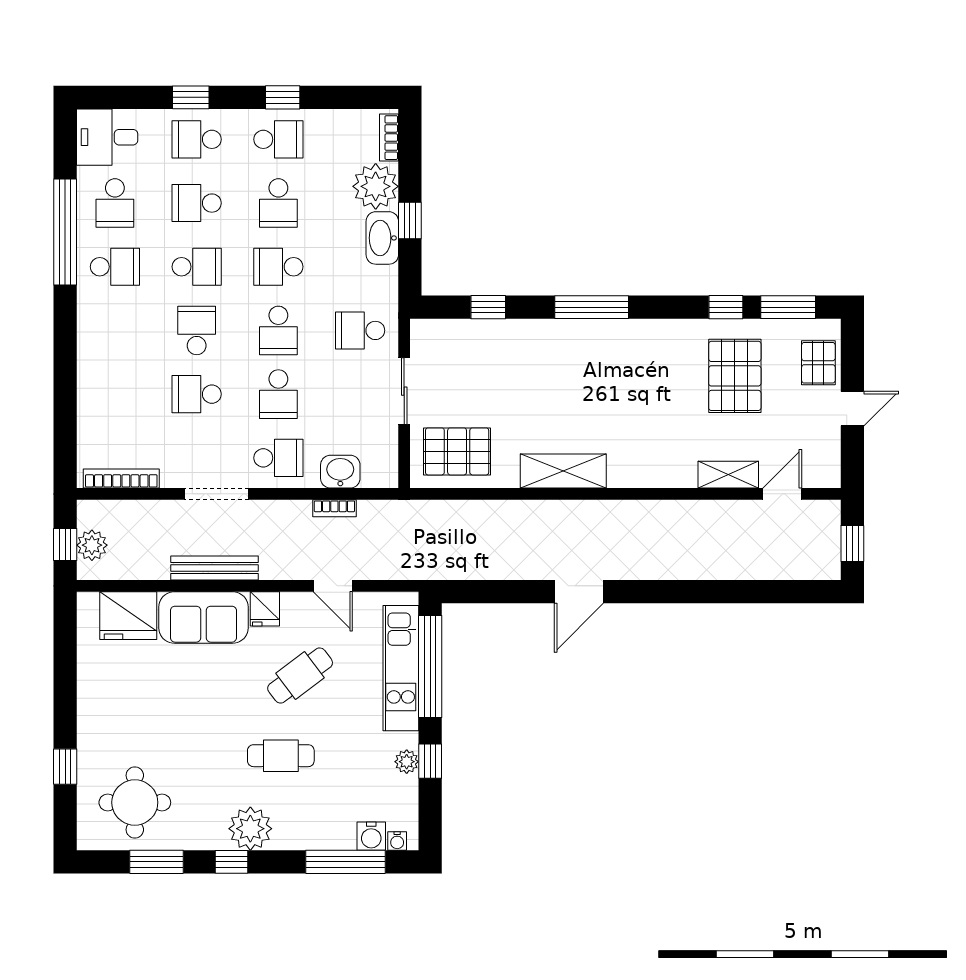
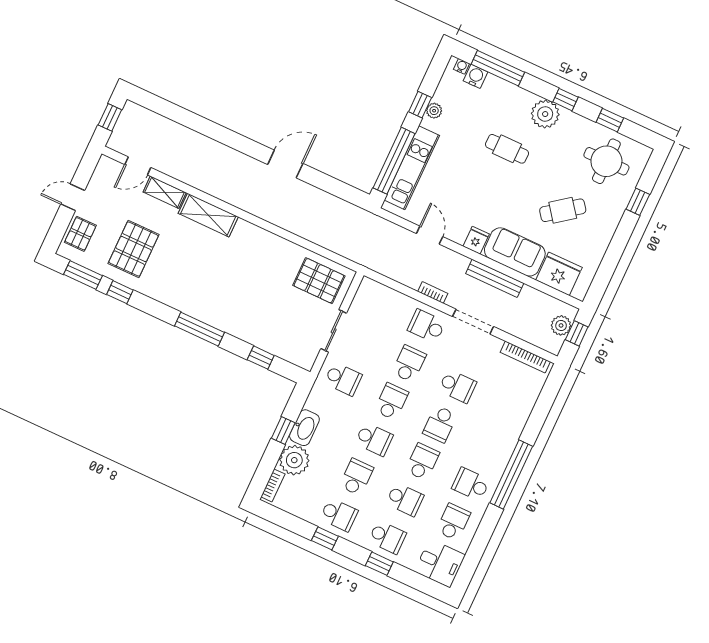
school desk: (278, 139) -> (339, 515), turned 180
window: (65, 232) -> (511, 475), moved
school desk: (197, 267) -> (422, 462), turned 90
shelving: (563, 471) -> (208, 215), moved
washbasin: (340, 472) -> (394, 301), removed
bookcase: (334, 508) -> (433, 292), moved
cafe table: (300, 675) -> (563, 210), moved
window: (157, 862) -> (610, 120), width x0.67

